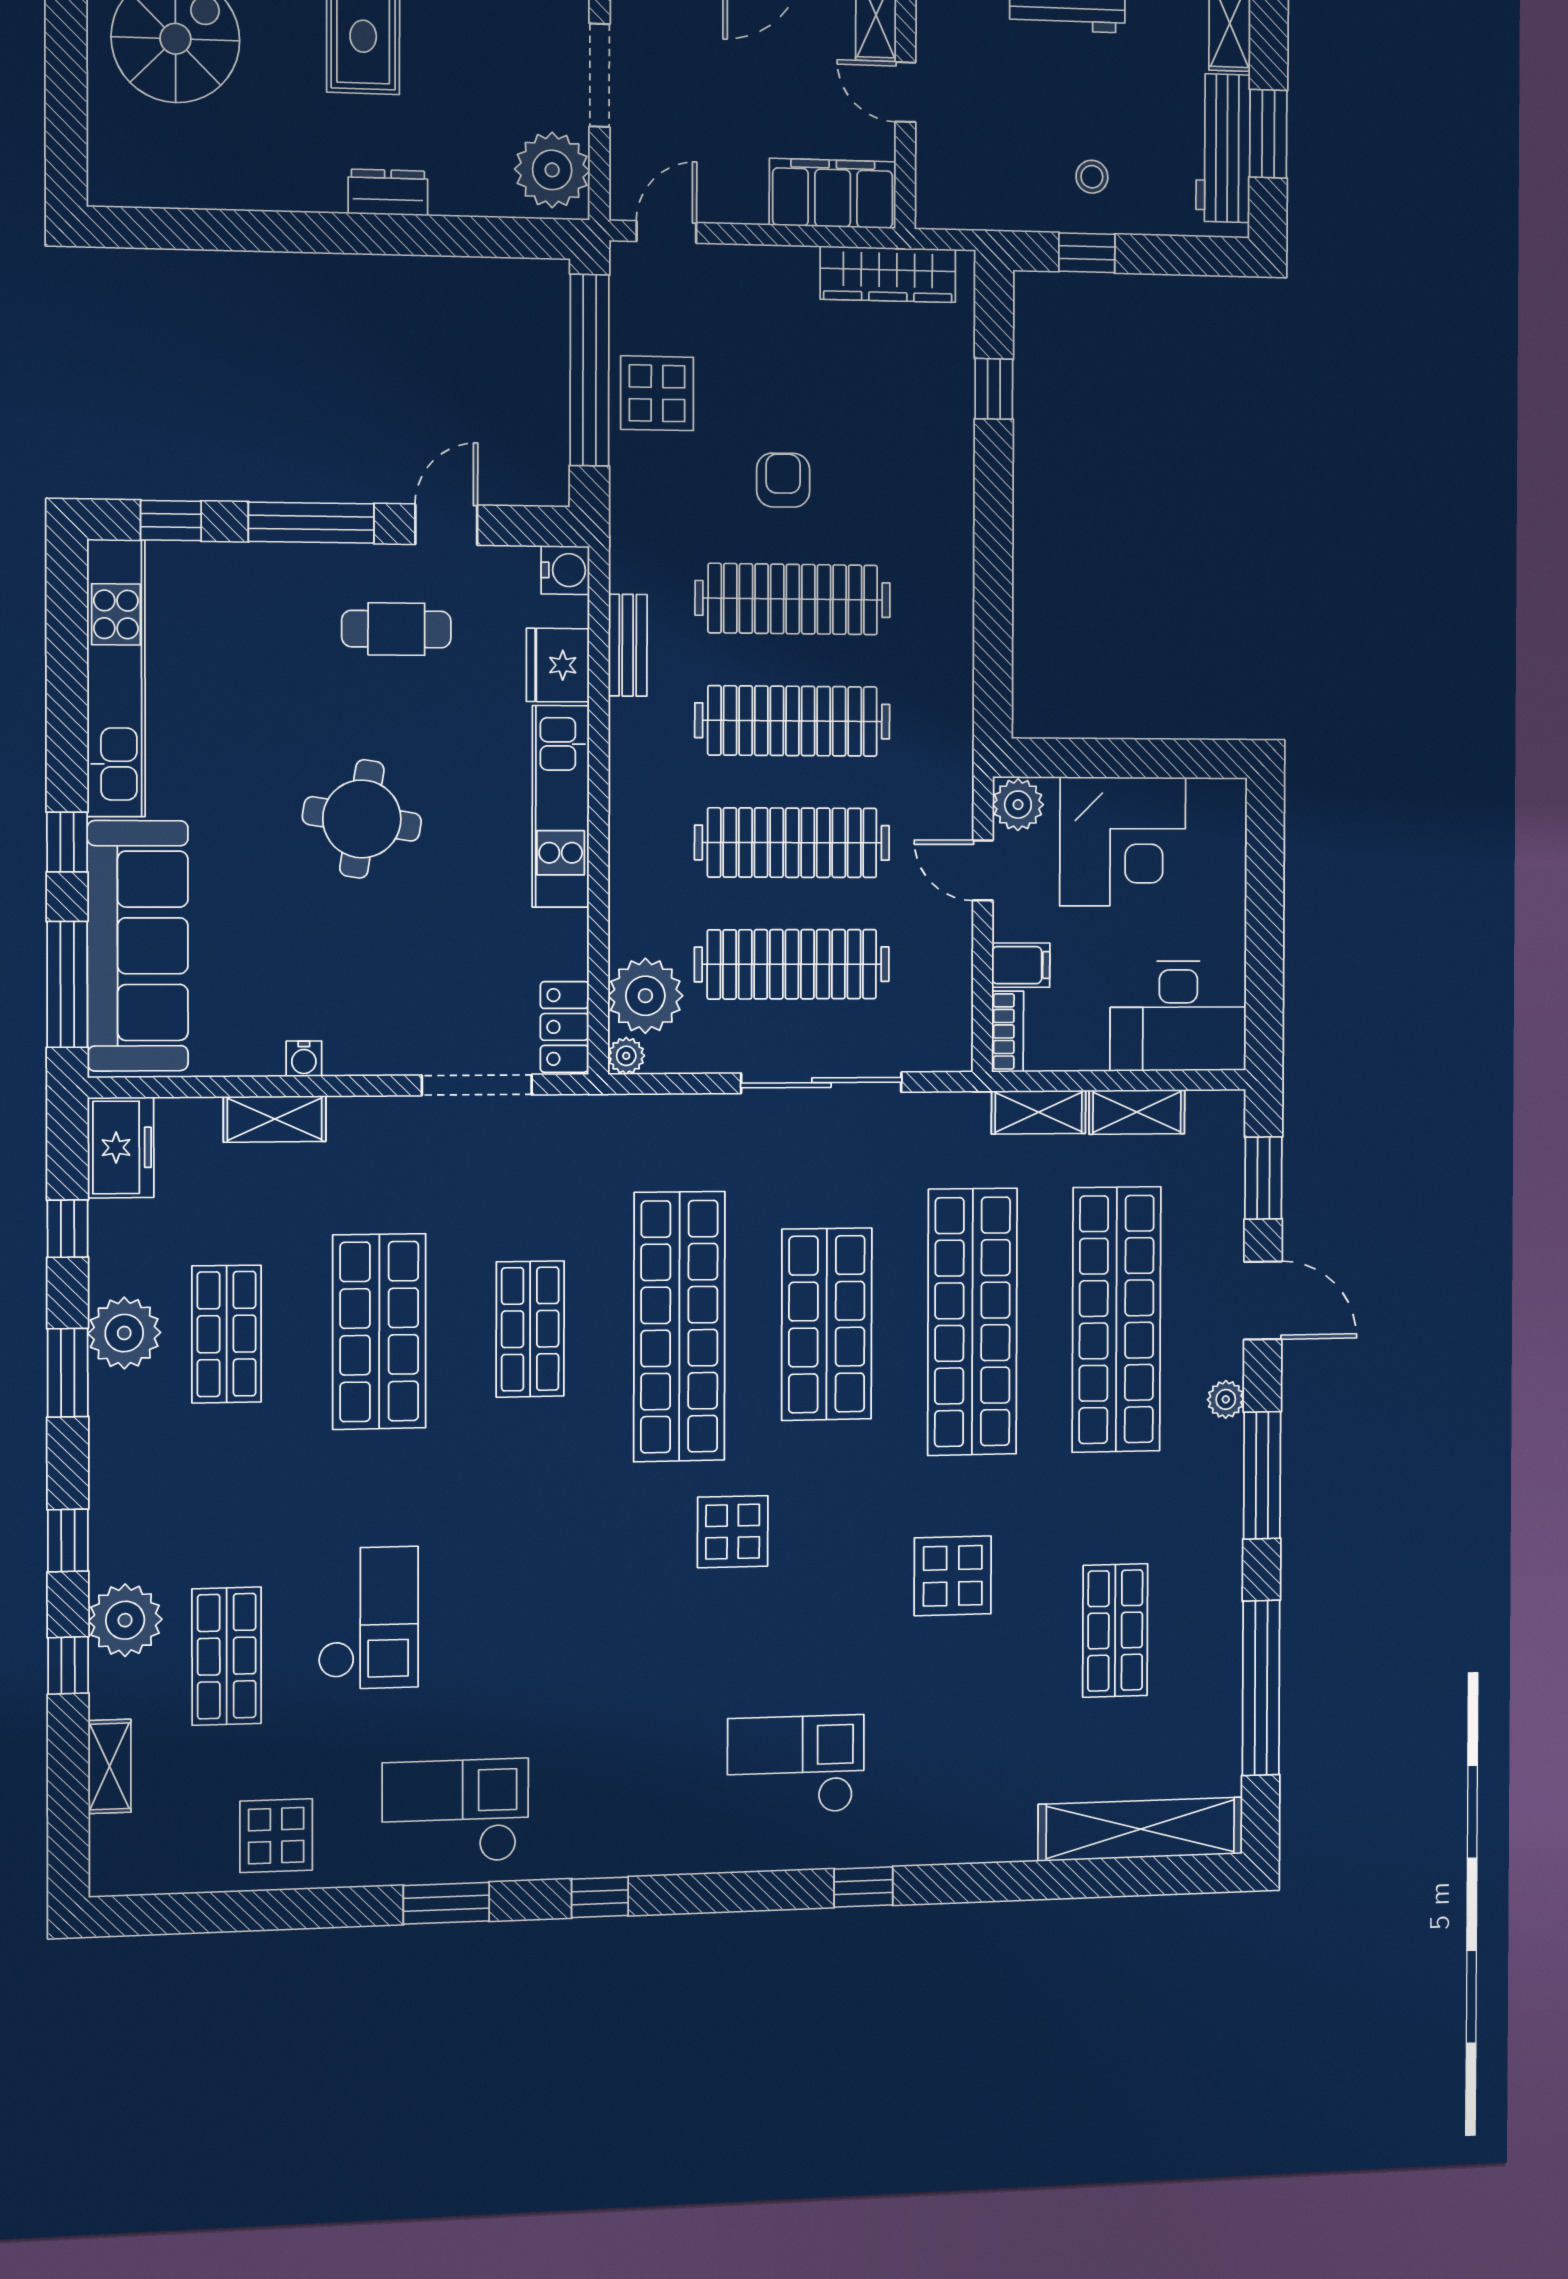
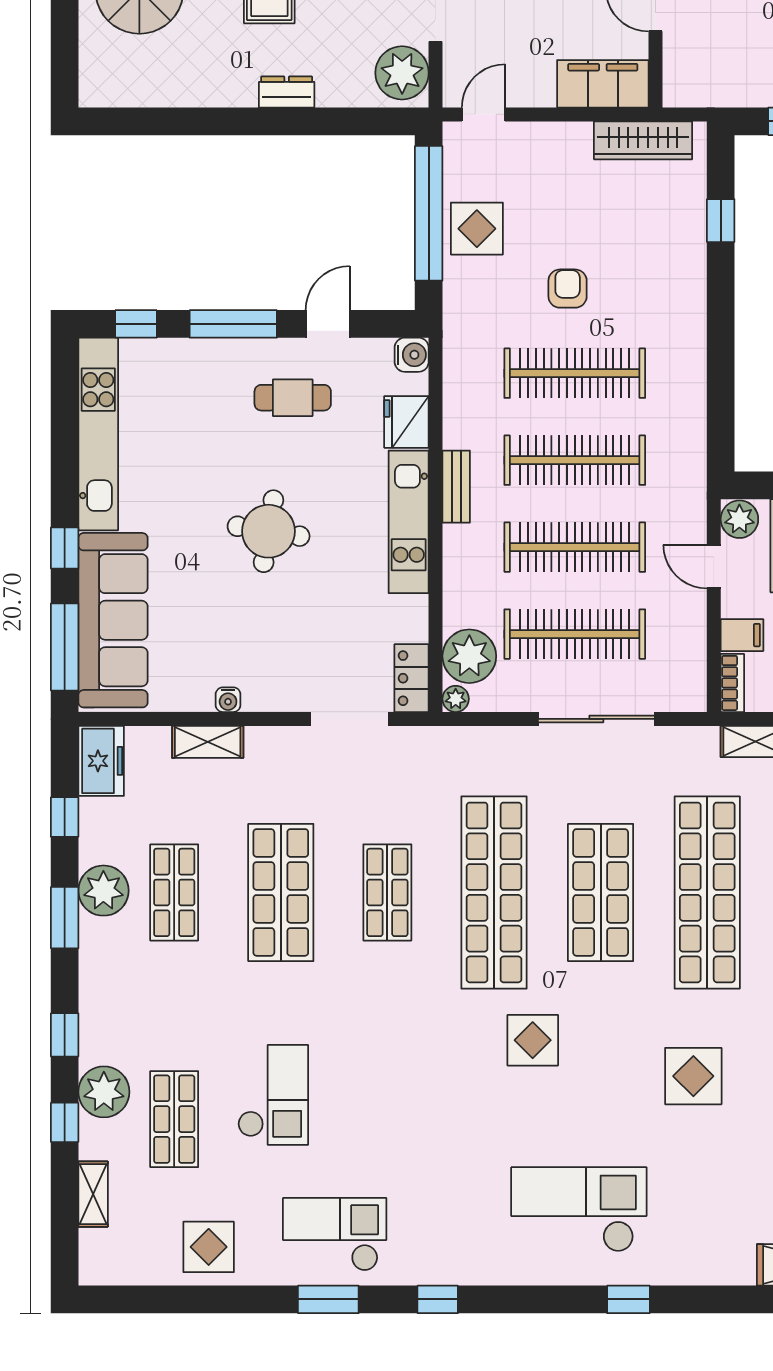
bench: (628, 645) -> (456, 487), moved
checkout: (796, 1765) -> (579, 1209), width x1.36, depth x1.21

